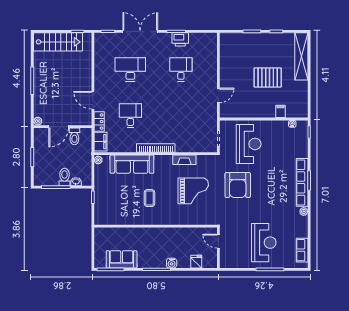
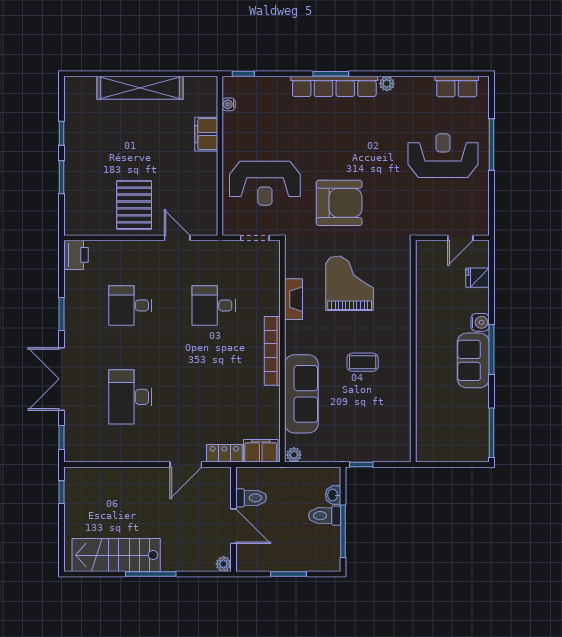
printer: (180, 39) -> (76, 255), moved
stairs: (58, 42) -> (116, 555), moved, turned -90
shelving: (301, 56) -> (140, 88), moved
pallet: (268, 78) -> (134, 205), moved
filing cabinet: (281, 111) -> (206, 134), width x2.00
desk: (130, 116) -> (214, 306), moved
reception desk: (249, 144) -> (265, 183), turned 180
door: (218, 241) -> (460, 238), moved
sofa: (122, 259) -> (473, 360), moved

